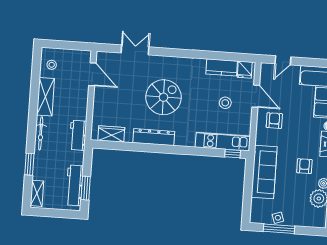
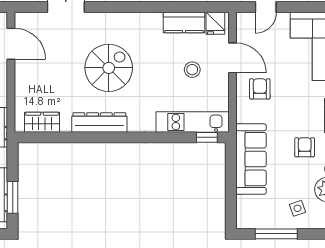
side table: (278, 218) -> (297, 208), moved

